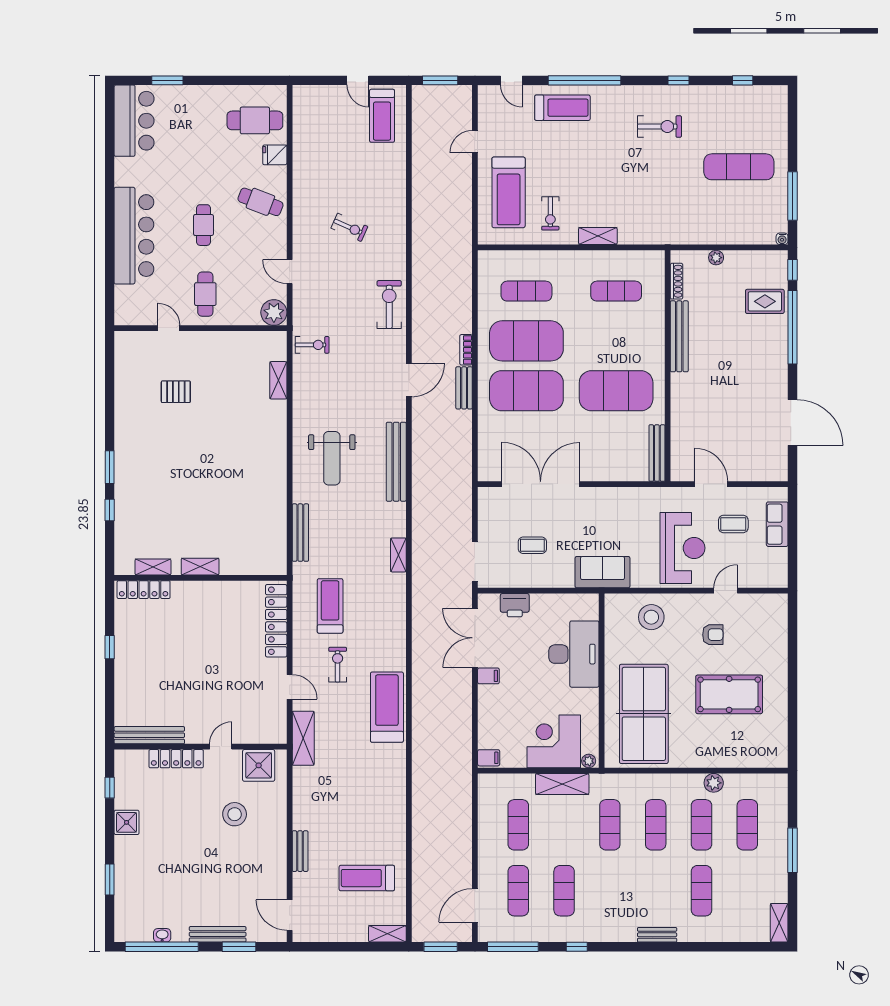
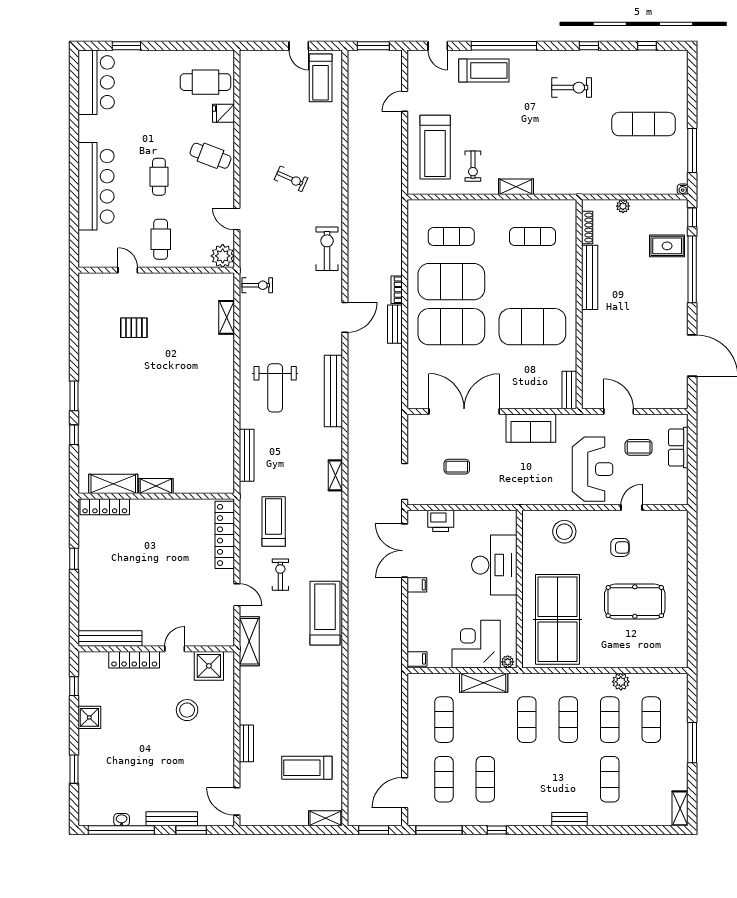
bench: (657, 453) -> (569, 390), width x0.73
shelving: (153, 567) -> (113, 484), width x1.50, depth x1.33
sofa: (602, 572) -> (531, 428), moved, turned 180

